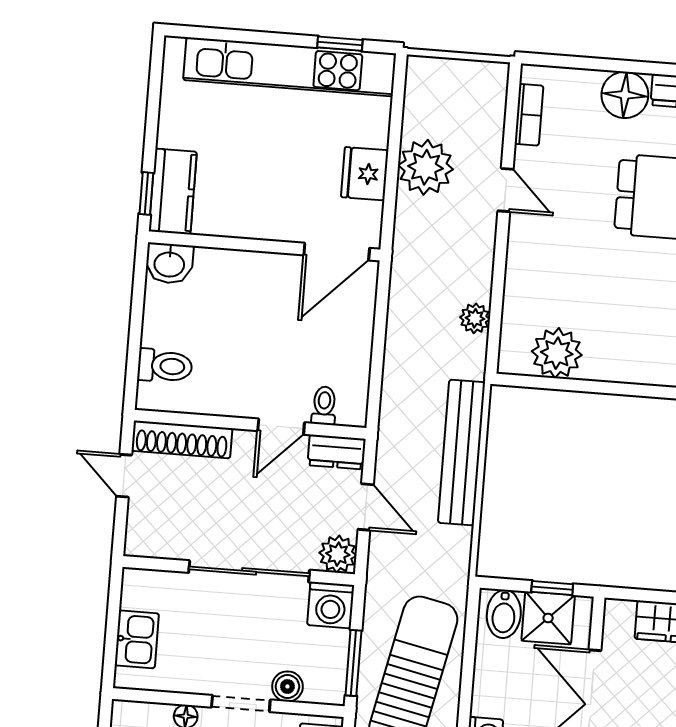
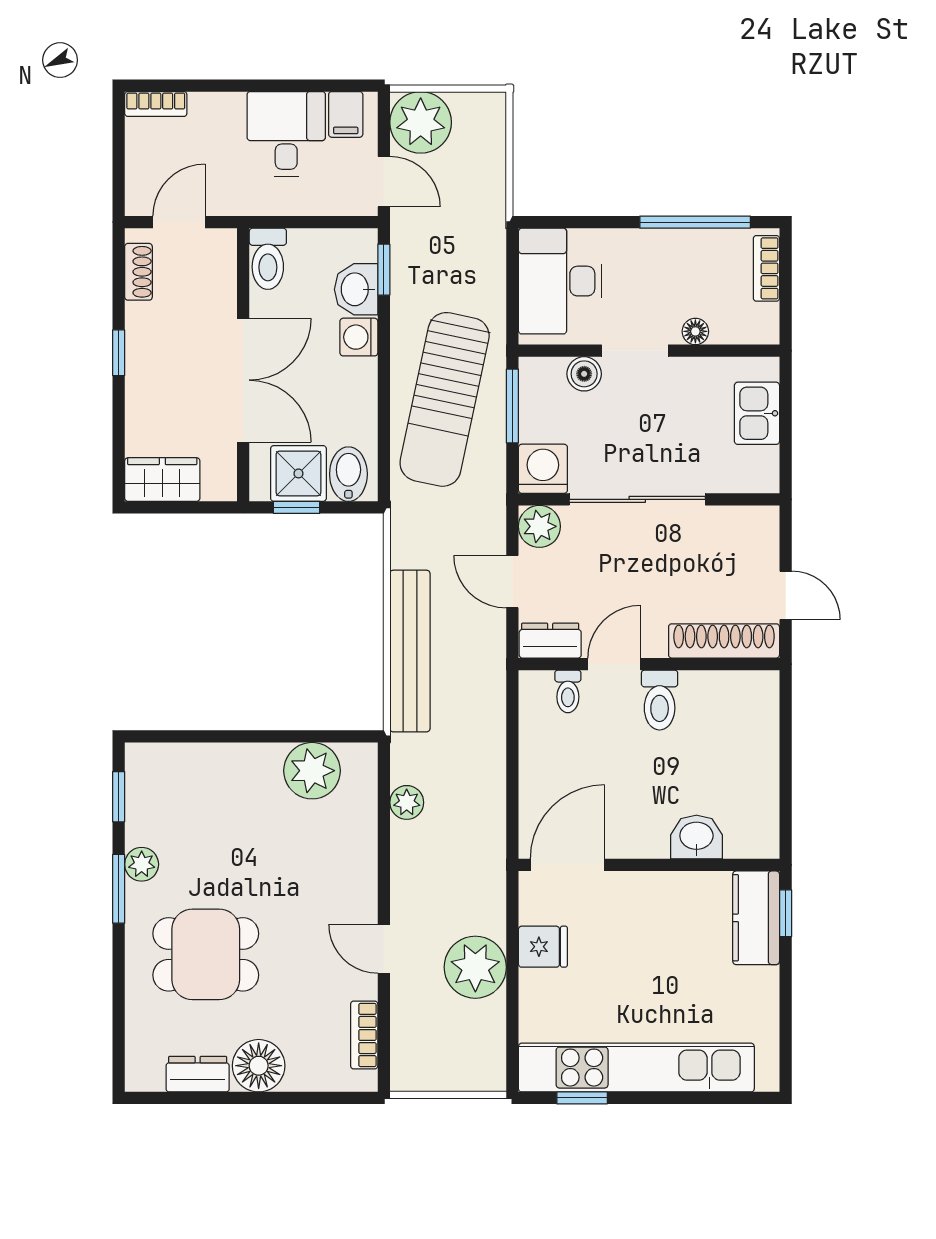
fridge: (365, 174) -> (543, 947), width x0.72
washbasin: (169, 263) -> (696, 837), moved
toilet: (165, 366) -> (660, 700), moved, turned -90

